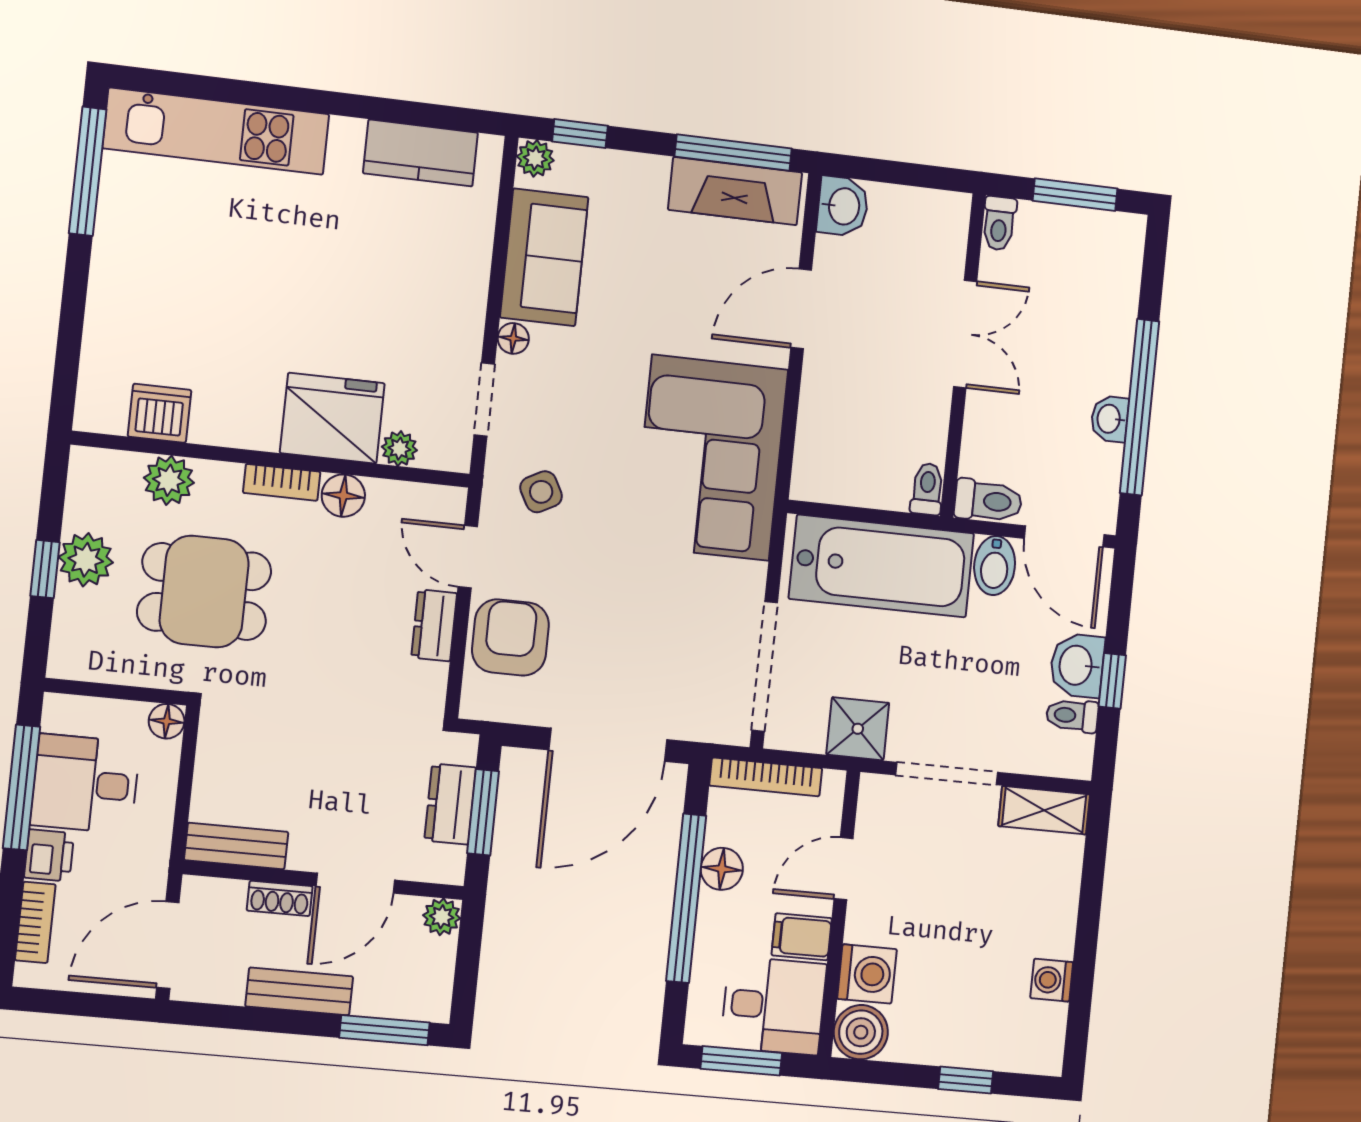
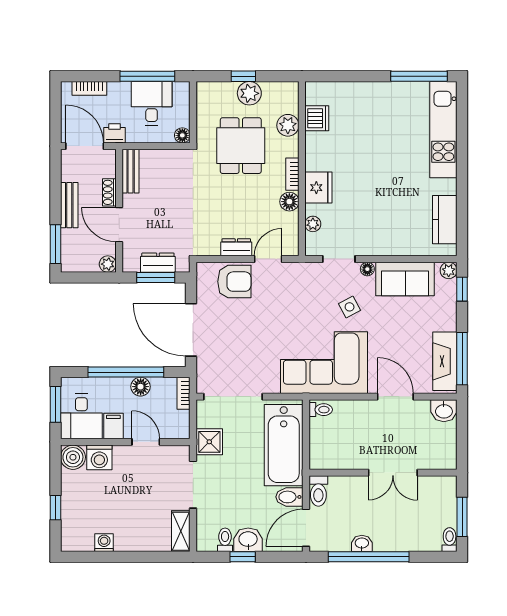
toilet: (999, 223) -> (450, 540), moved, turned 90
fridge: (332, 418) -> (318, 188), width x0.73, depth x0.75
toilet: (927, 489) -> (321, 410), moved
side table: (541, 492) -> (350, 307), moved
bookcase: (766, 777) -> (184, 393), width x0.64
printer: (49, 855) -> (114, 133), moved, turned 180

